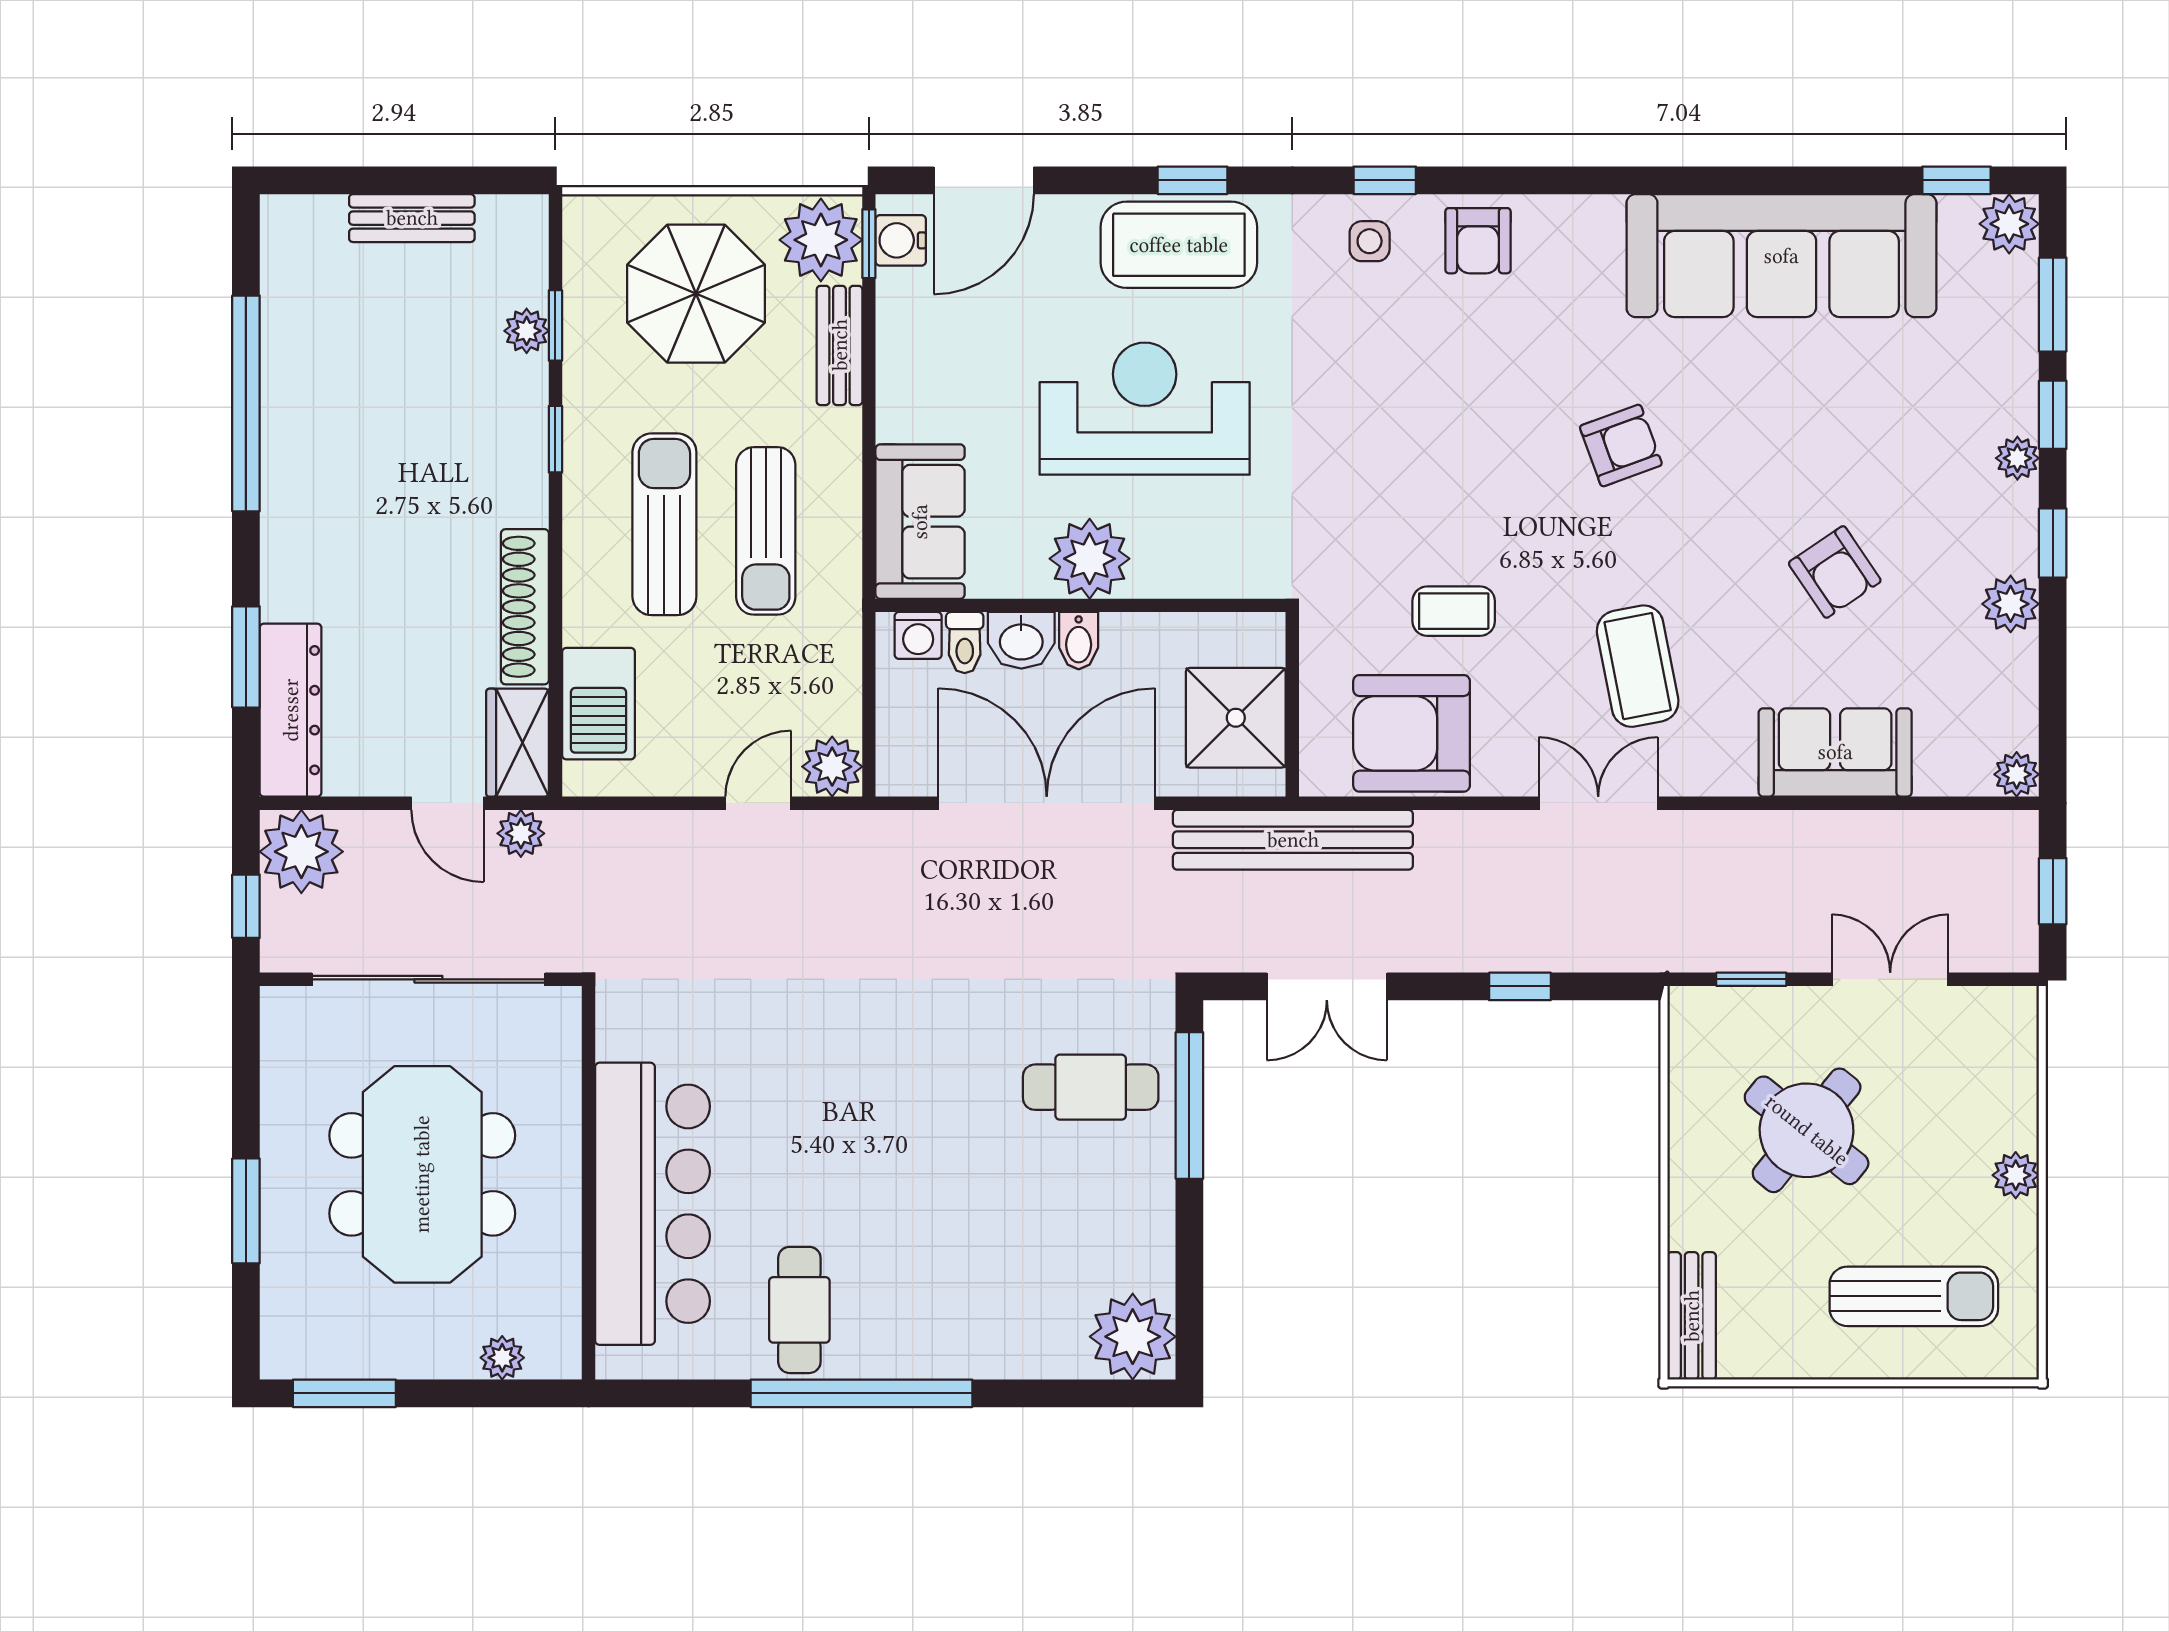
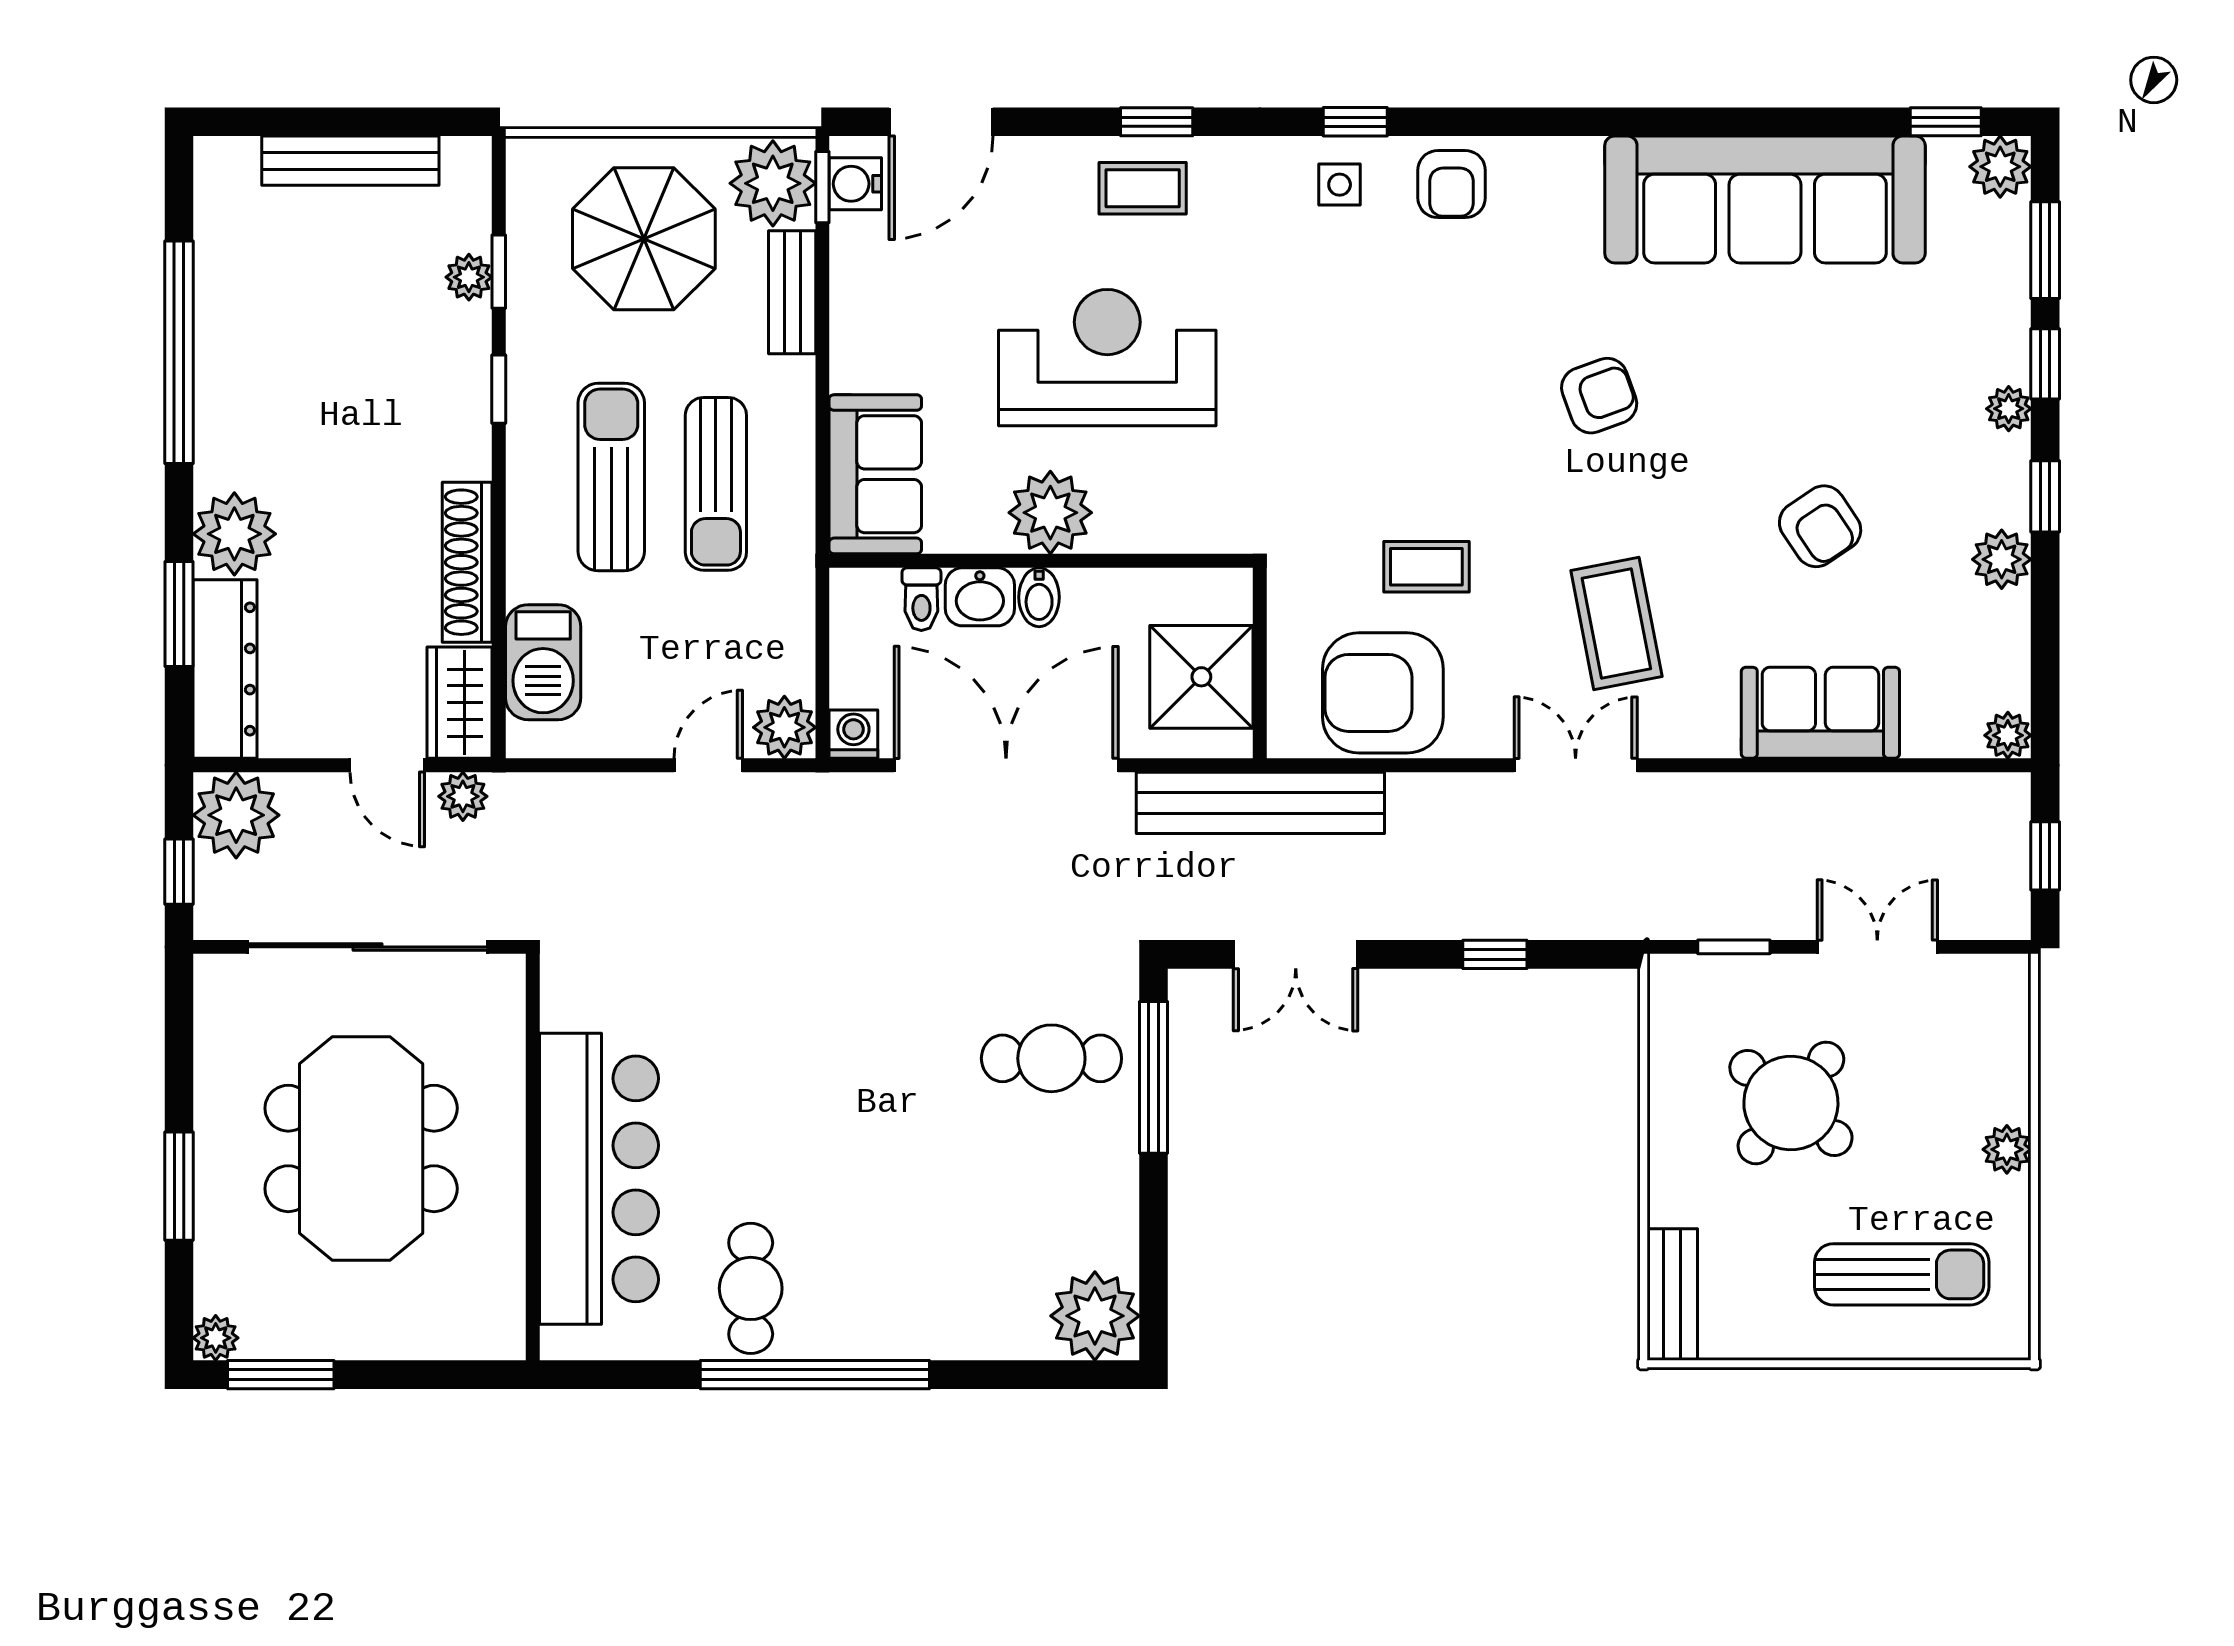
bench: (412, 218) -> (350, 161), width x1.36
coffee table: (1179, 245) -> (1143, 188), width x0.54, depth x0.58
plant: (300, 579) -> (234, 534), added
washing machine: (918, 635) -> (853, 734), moved, turned 180
plant: (502, 1358) -> (216, 1338), moved

